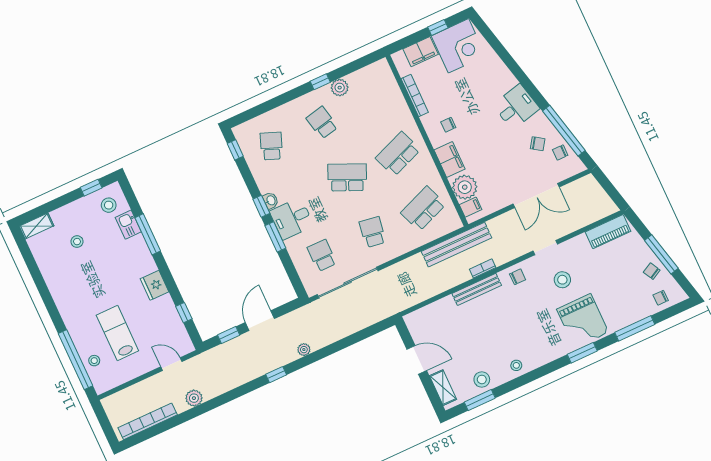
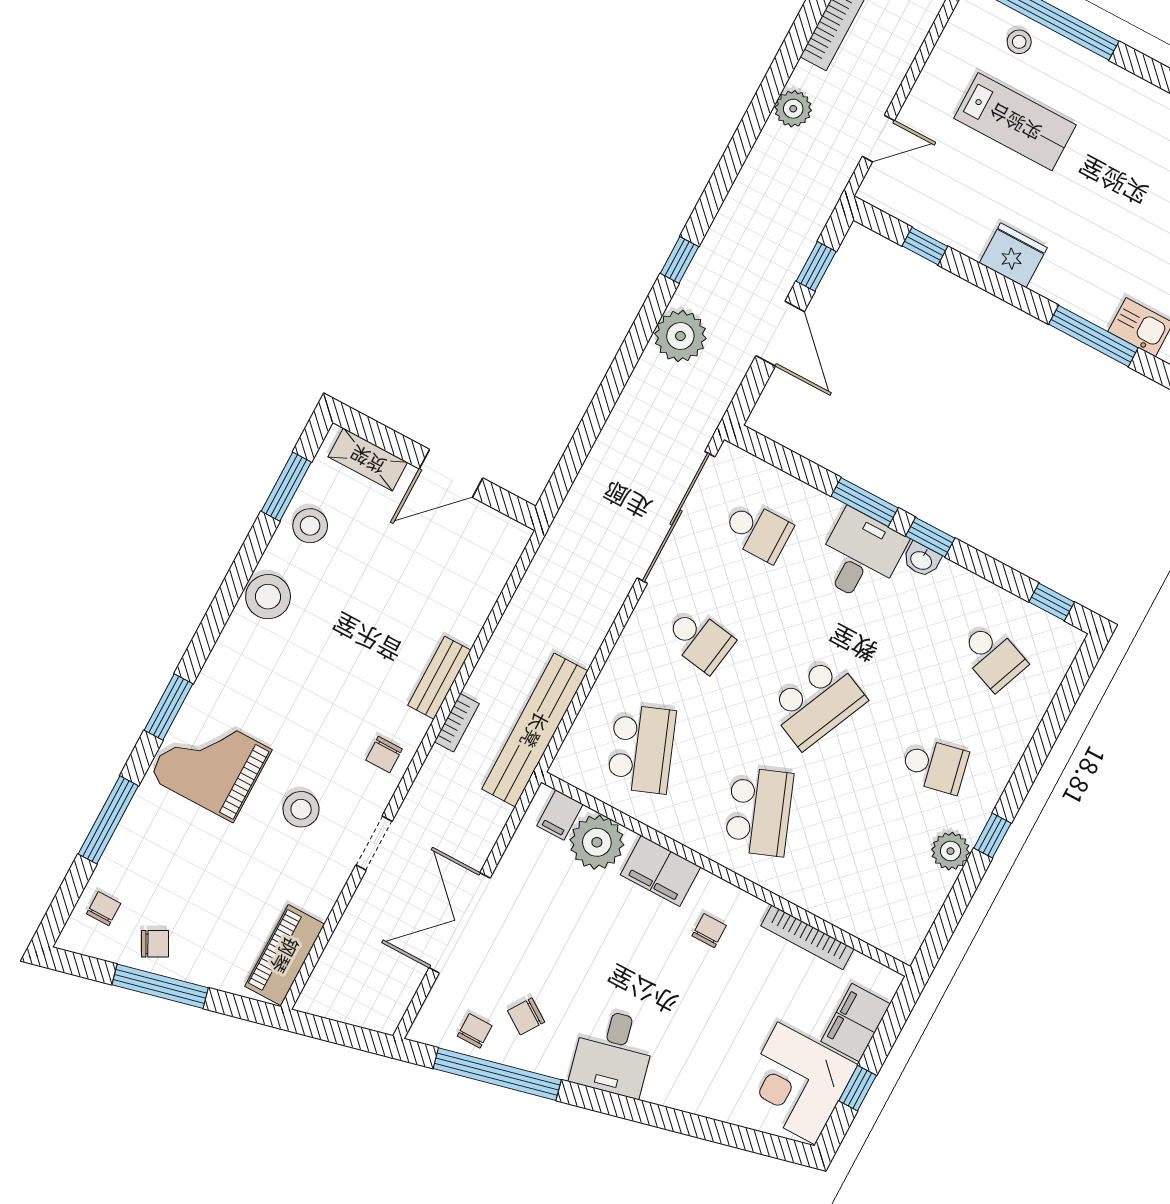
bench: (477, 289) -> (439, 678), width x0.73
plant: (304, 350) -> (680, 336), width x1.88, depth x1.88
stool: (516, 365) -> (268, 597), width x1.89, depth x1.89

